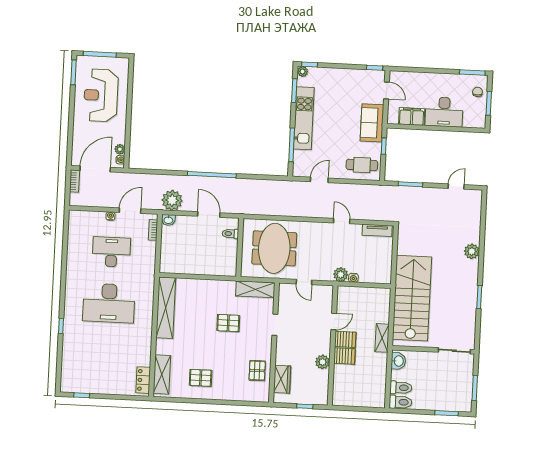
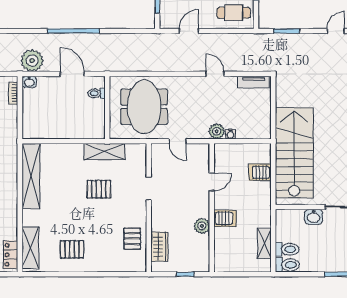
shelving: (255, 289) -> (105, 152), moved
shelving: (382, 338) -> (264, 243), moved
server rack: (345, 339) -> (260, 172), moved, turned 180
washbasin: (398, 361) -> (314, 217), moved, turned 90

